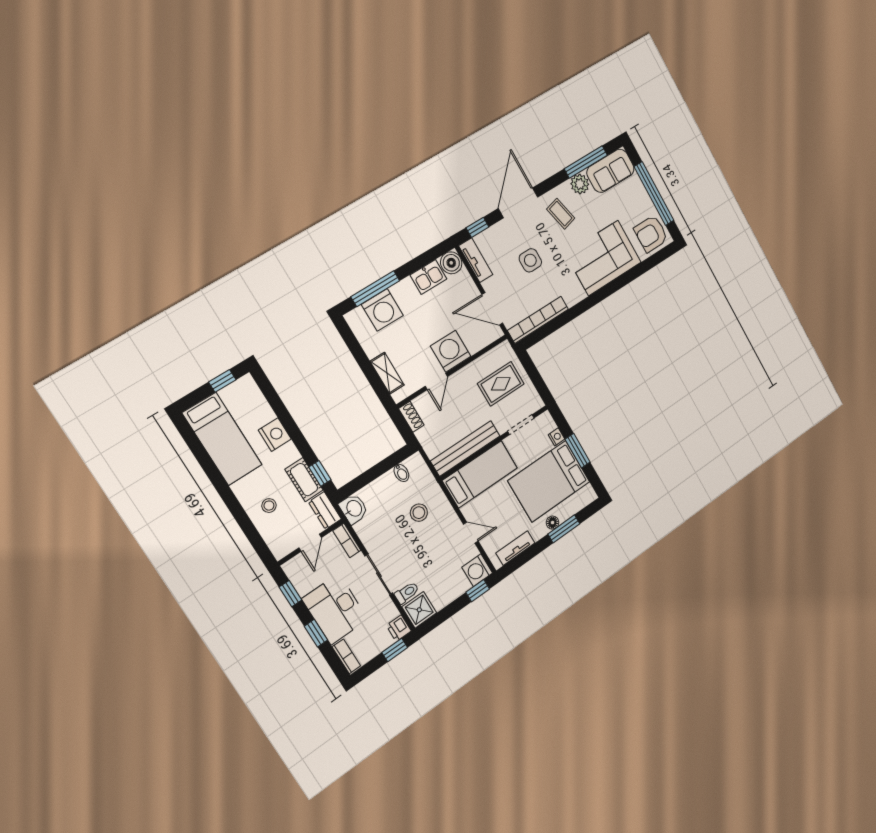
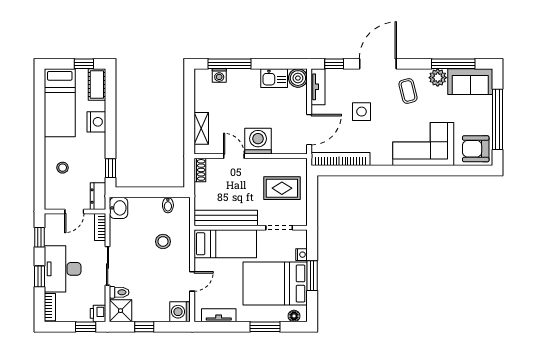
door: (492, 309) -> (309, 130), swing flipped
washing machine: (382, 310) -> (219, 76), width x0.53, depth x0.53
door: (436, 381) -> (234, 156), swing flipped
cot: (304, 480) -> (97, 84), moved
floor lamp: (553, 523) -> (294, 316), moved
door: (471, 533) -> (192, 281), hinge flipped
window: (478, 591) -> (144, 327), moved

